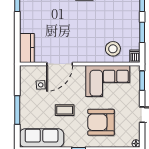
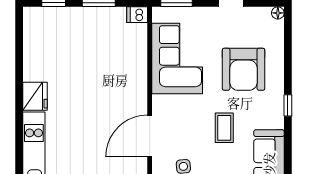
stool: (113, 49) -> (125, 50), removed
door: (60, 64) -> (150, 136), swing flipped

